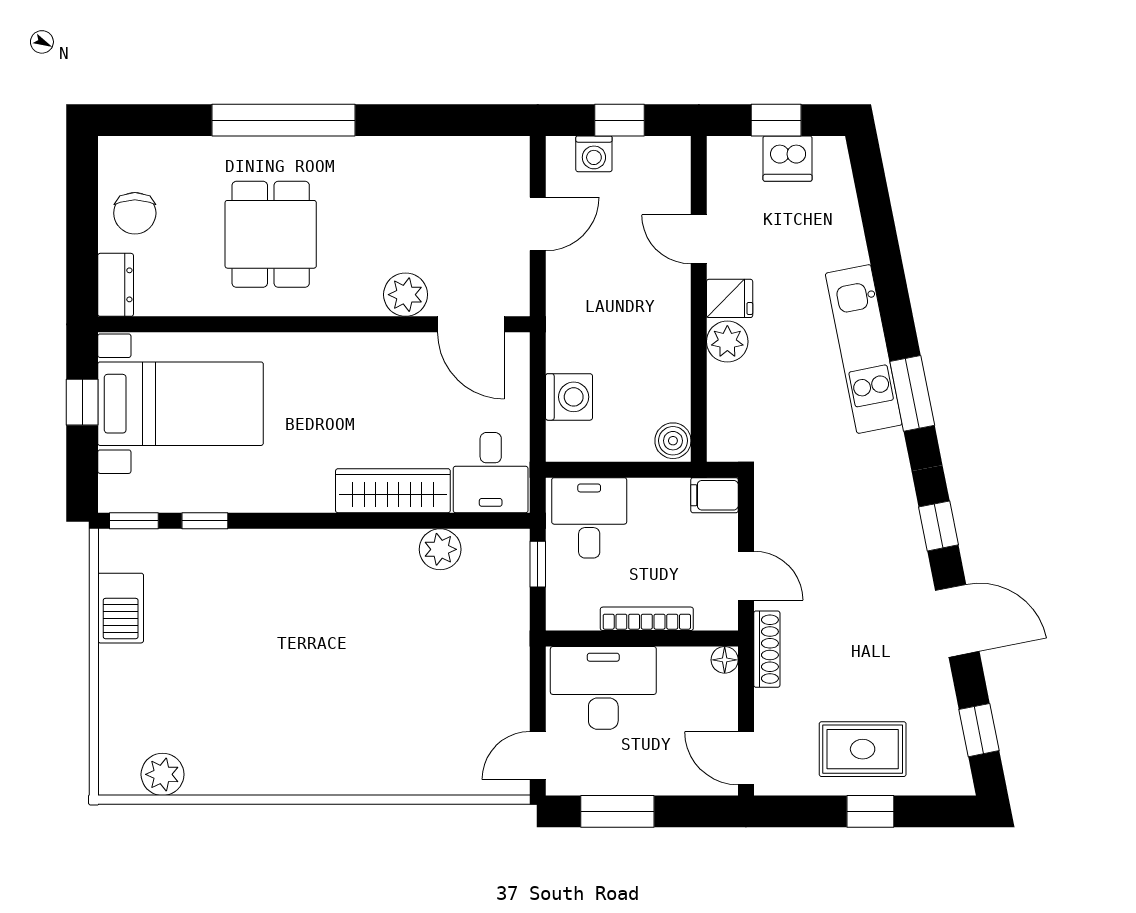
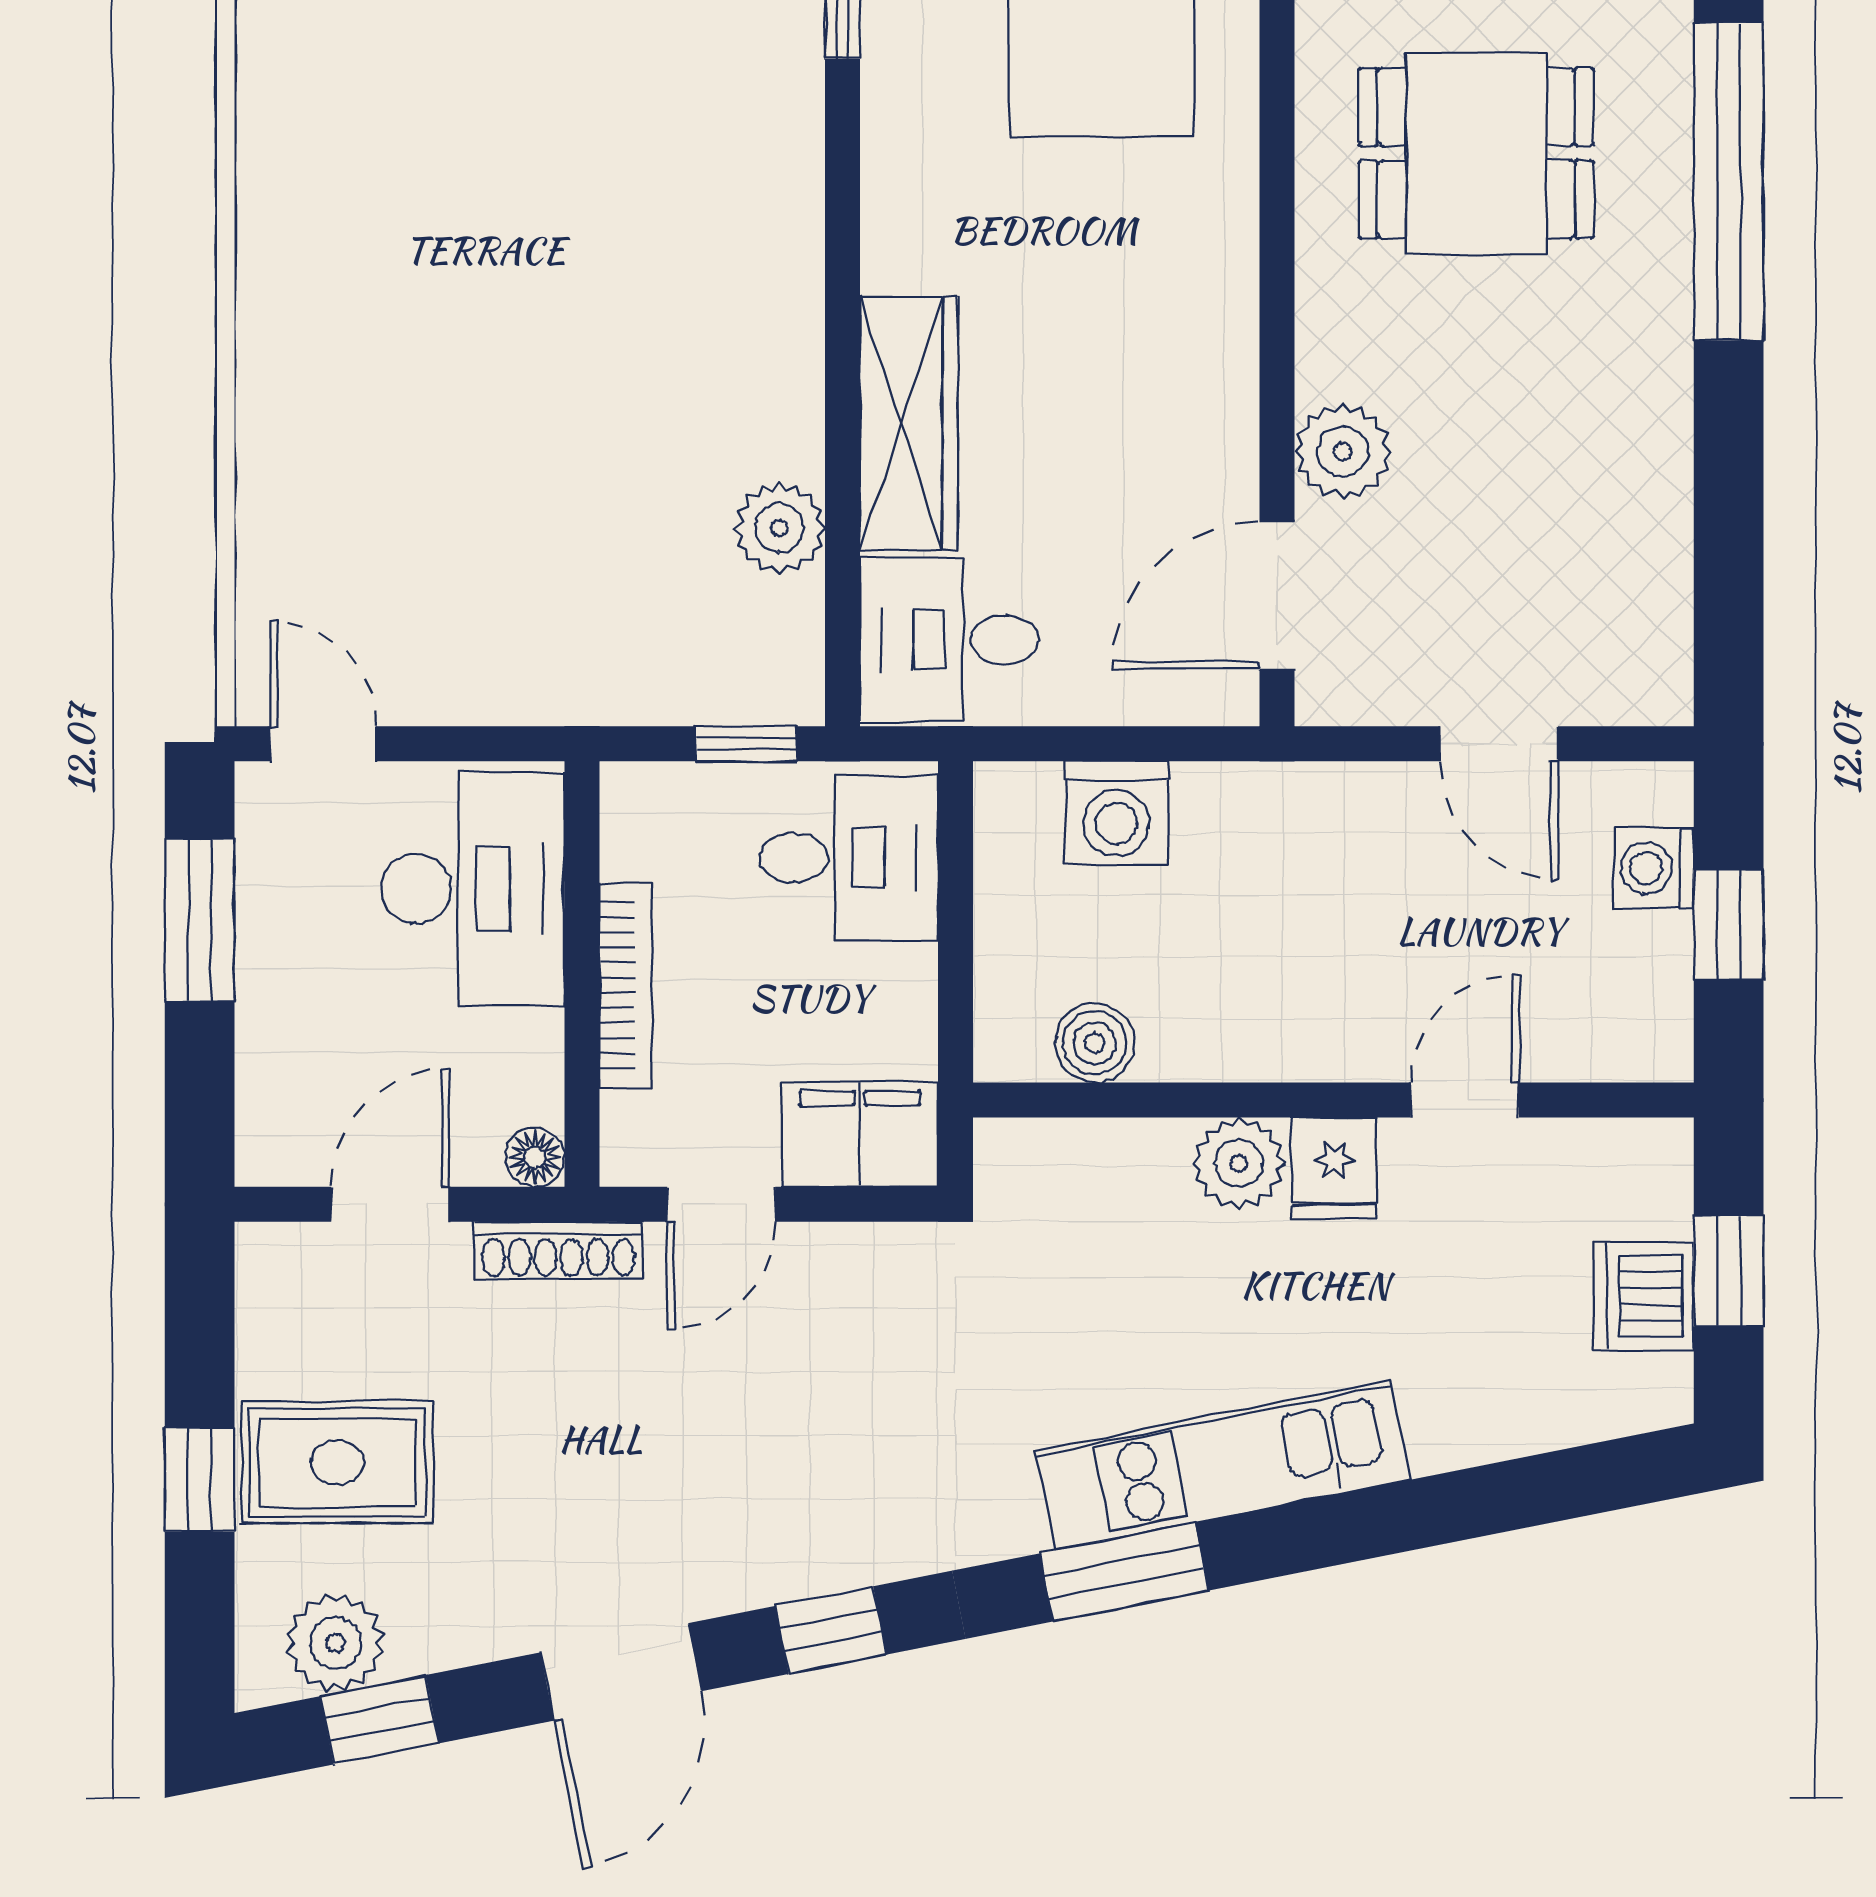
boiler: (673, 441) -> (1095, 1043), moved
filing cabinet: (714, 495) -> (860, 1135), width x2.00
rug: (863, 749) -> (337, 1462), turned 90
plant: (944, 750) -> (335, 1643), added
door: (746, 758) -> (390, 1204), moved

